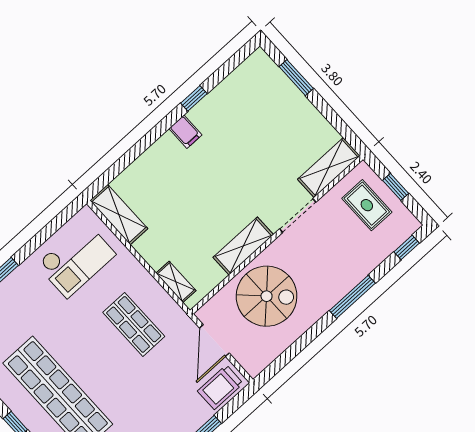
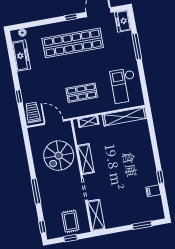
filing cabinet: (185, 132) -> (153, 191), moved
rug: (367, 205) -> (70, 221), turned 90
shelving: (119, 215) -> (125, 117), width x1.47

